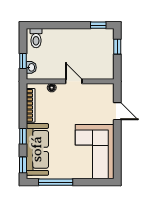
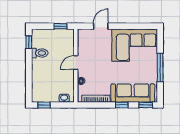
toilet: (36, 38) -> (40, 53), moved
window: (117, 47) -> (60, 26), moved
window: (23, 61) -> (44, 105), moved
window: (56, 182) -> (160, 68), moved

